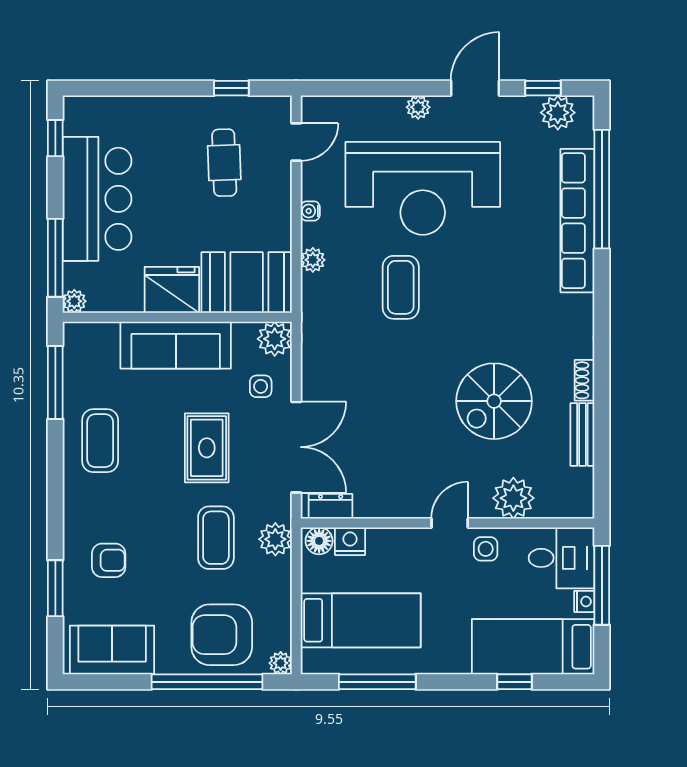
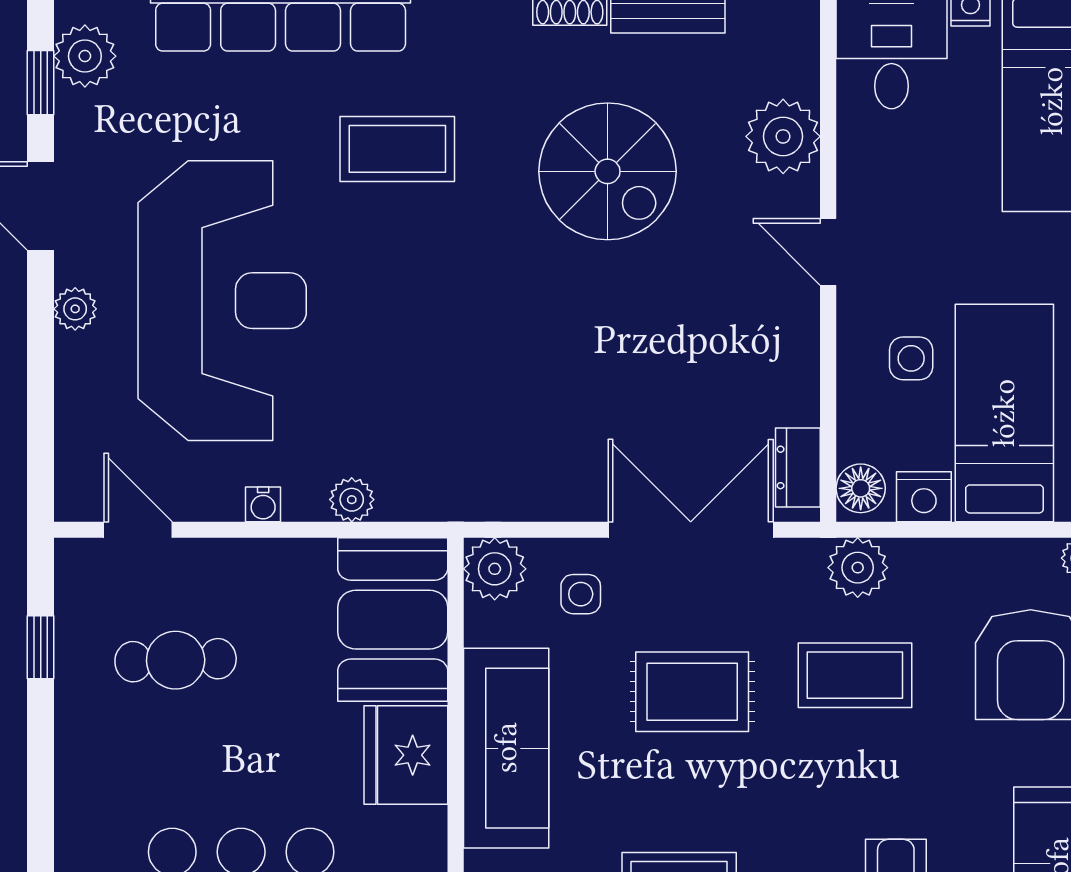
coffee table: (401, 287) -> (397, 149), moved
nightstand: (350, 541) -> (924, 497), moved, turned -90
side table: (486, 549) -> (911, 358), moved

